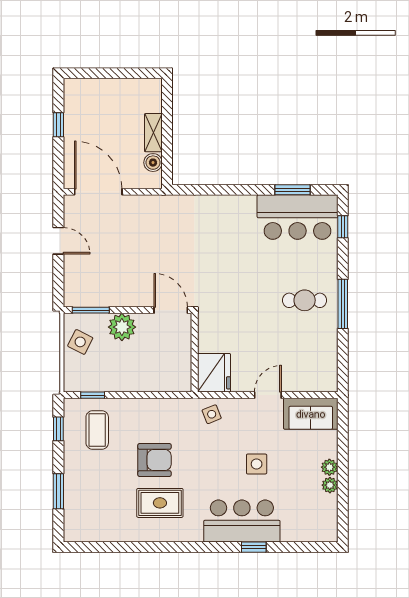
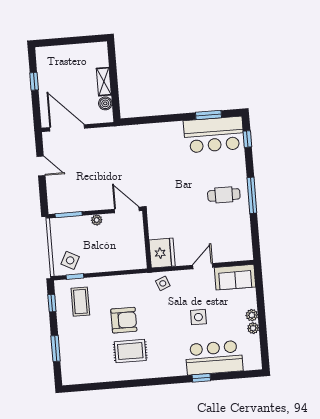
plant: (122, 327) -> (97, 220), width x0.53, depth x0.53
side table: (80, 342) -> (70, 260), moved
bar counter: (242, 521) -> (214, 358), moved

